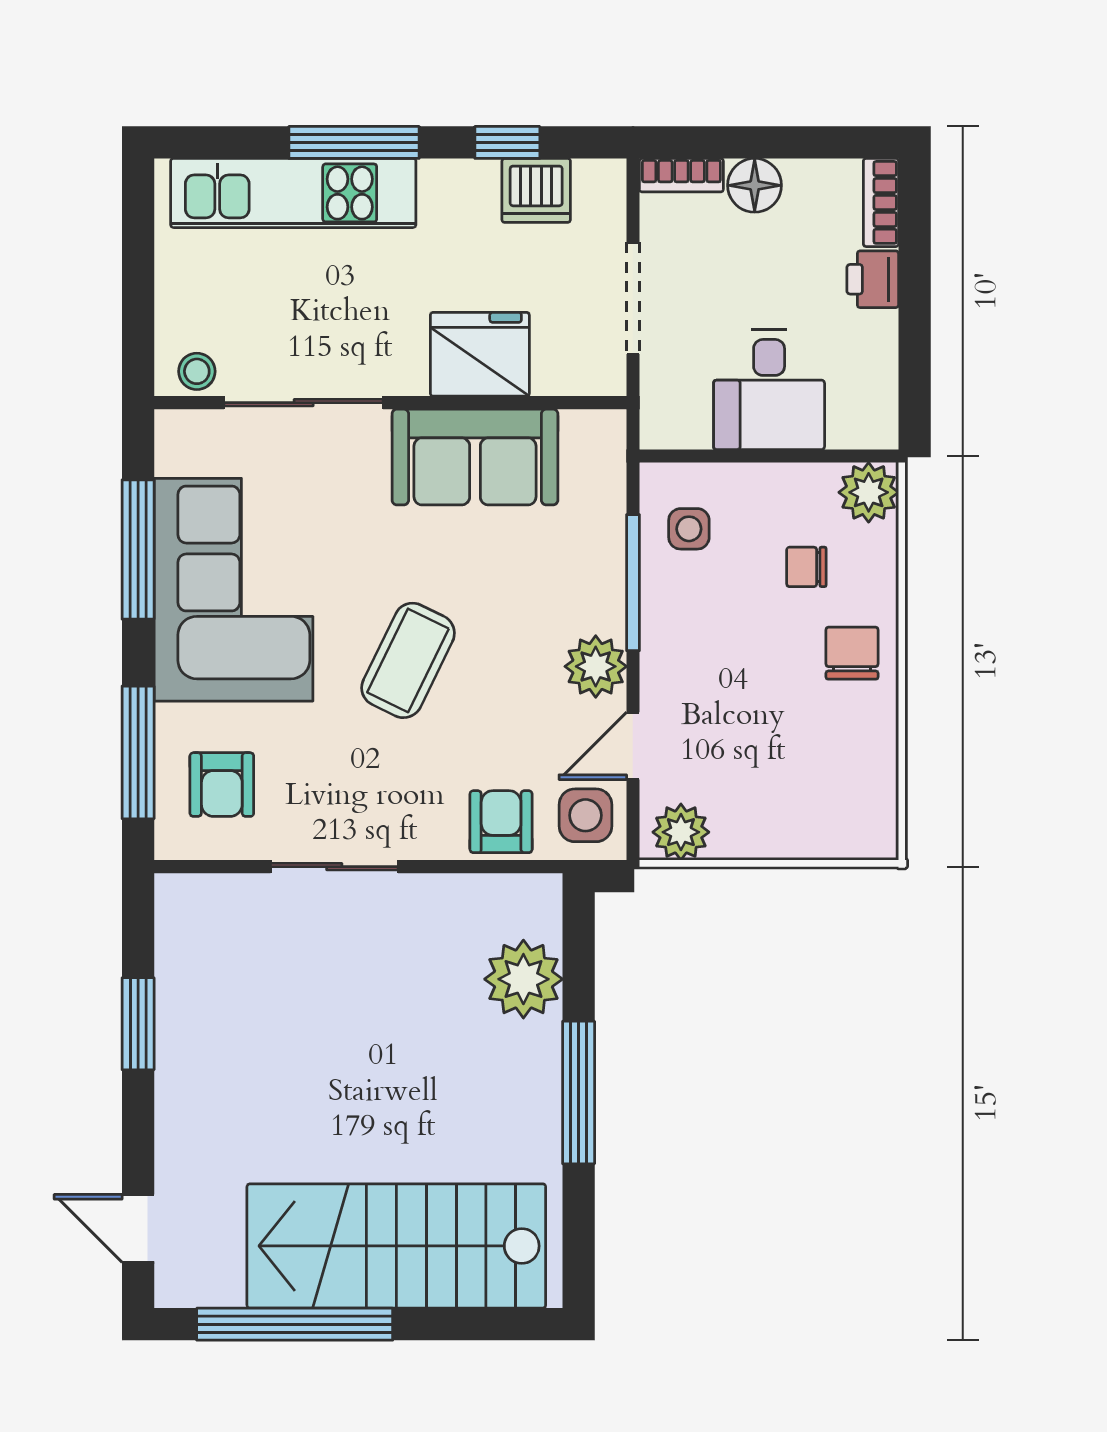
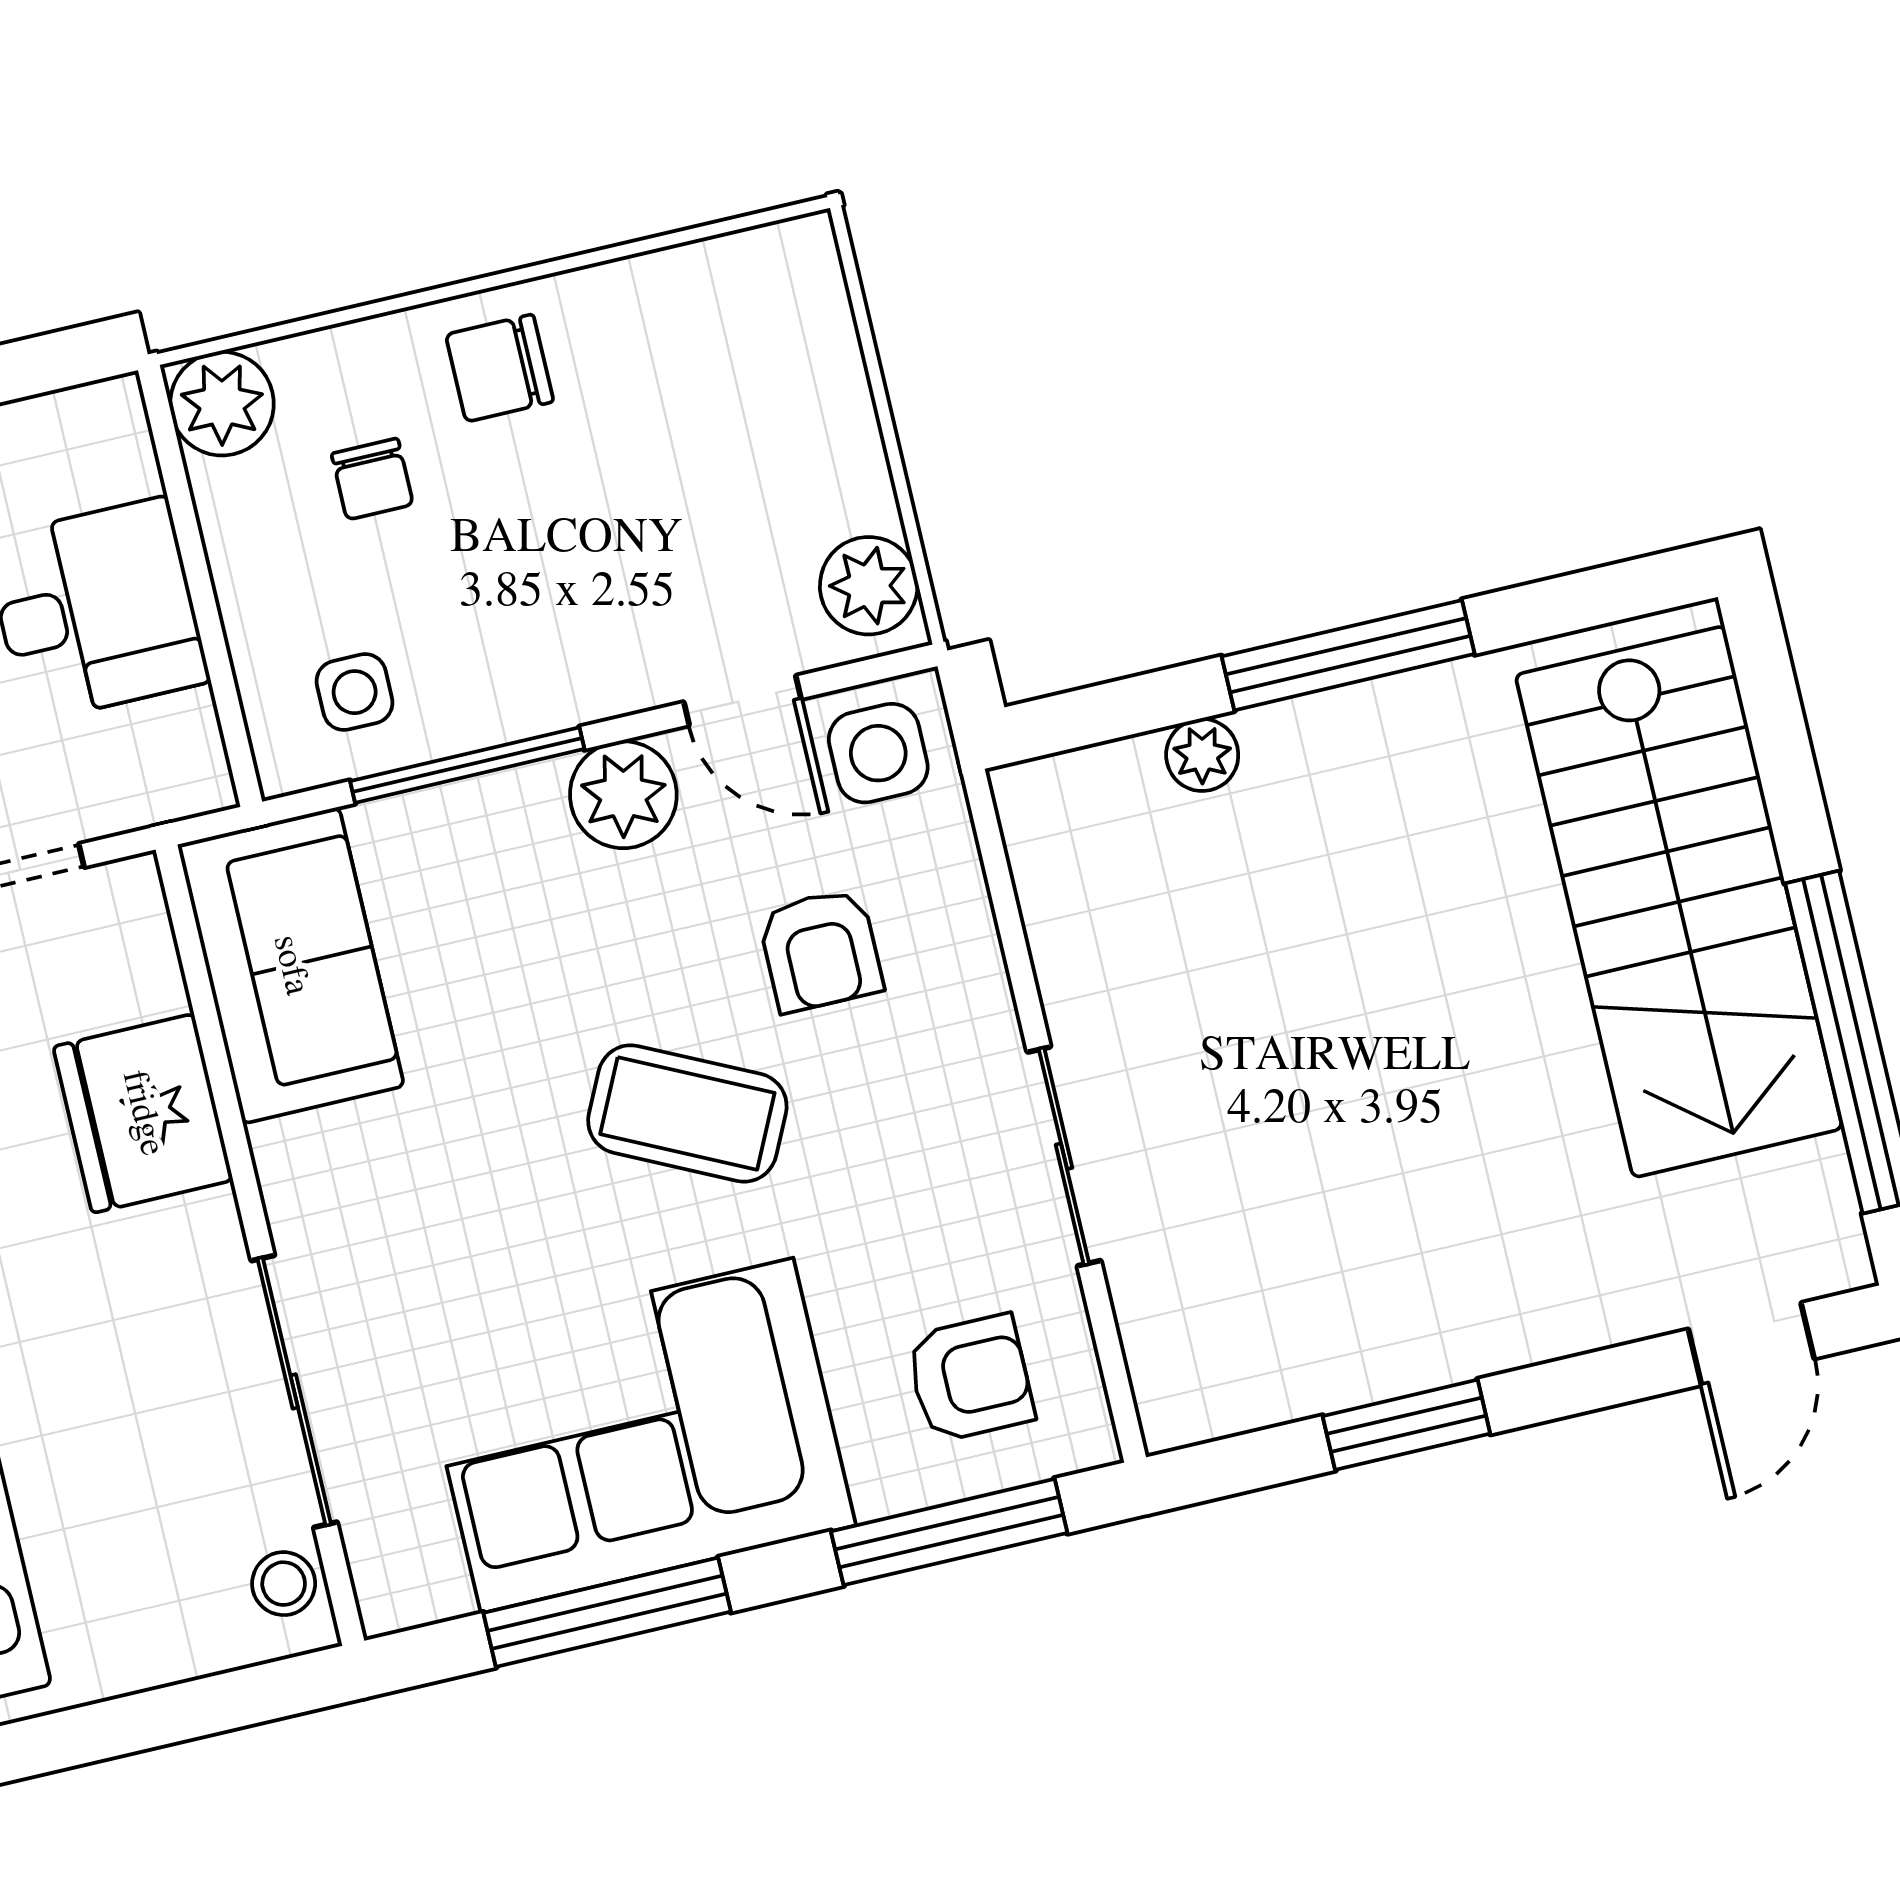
sofa: (475, 457) -> (291, 965), moved
armchair: (501, 822) -> (820, 950), moved, turned -90
plant: (523, 979) -> (1202, 755), width x0.53, depth x0.53

